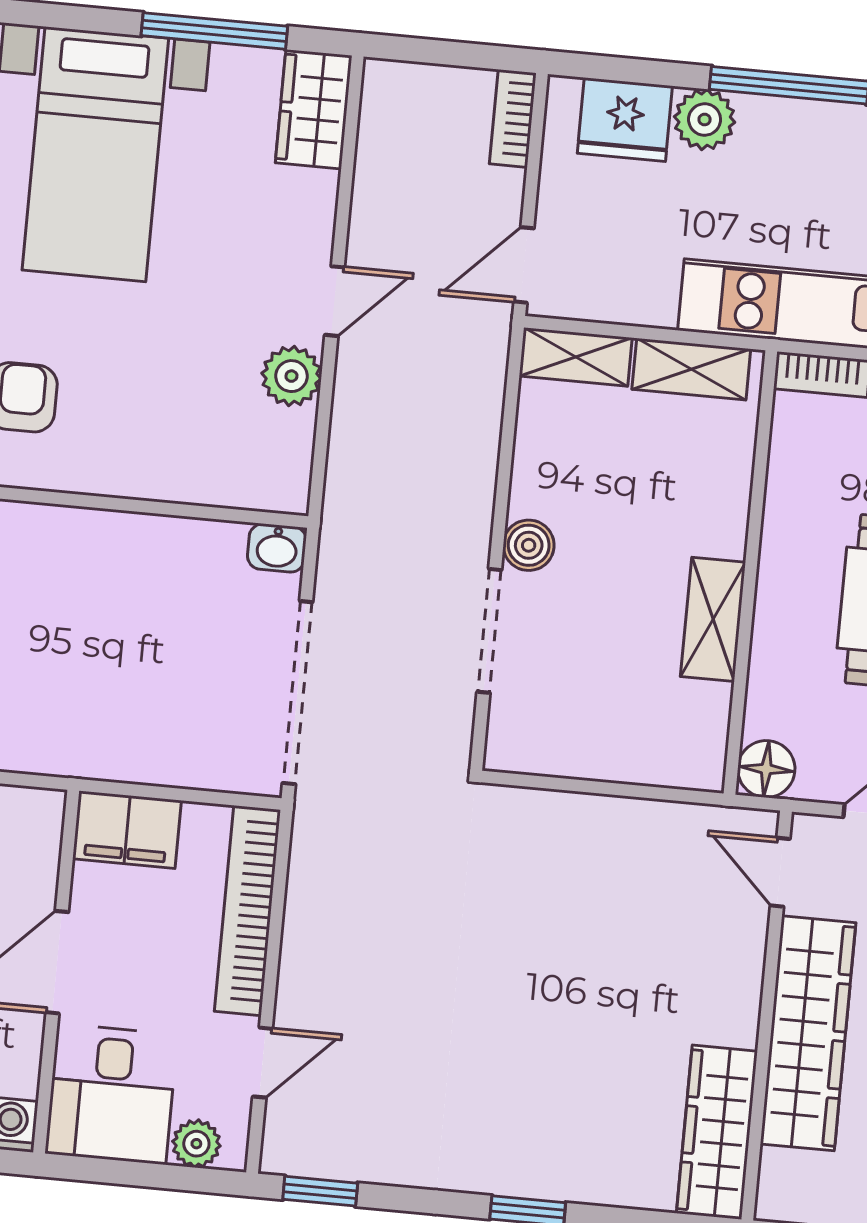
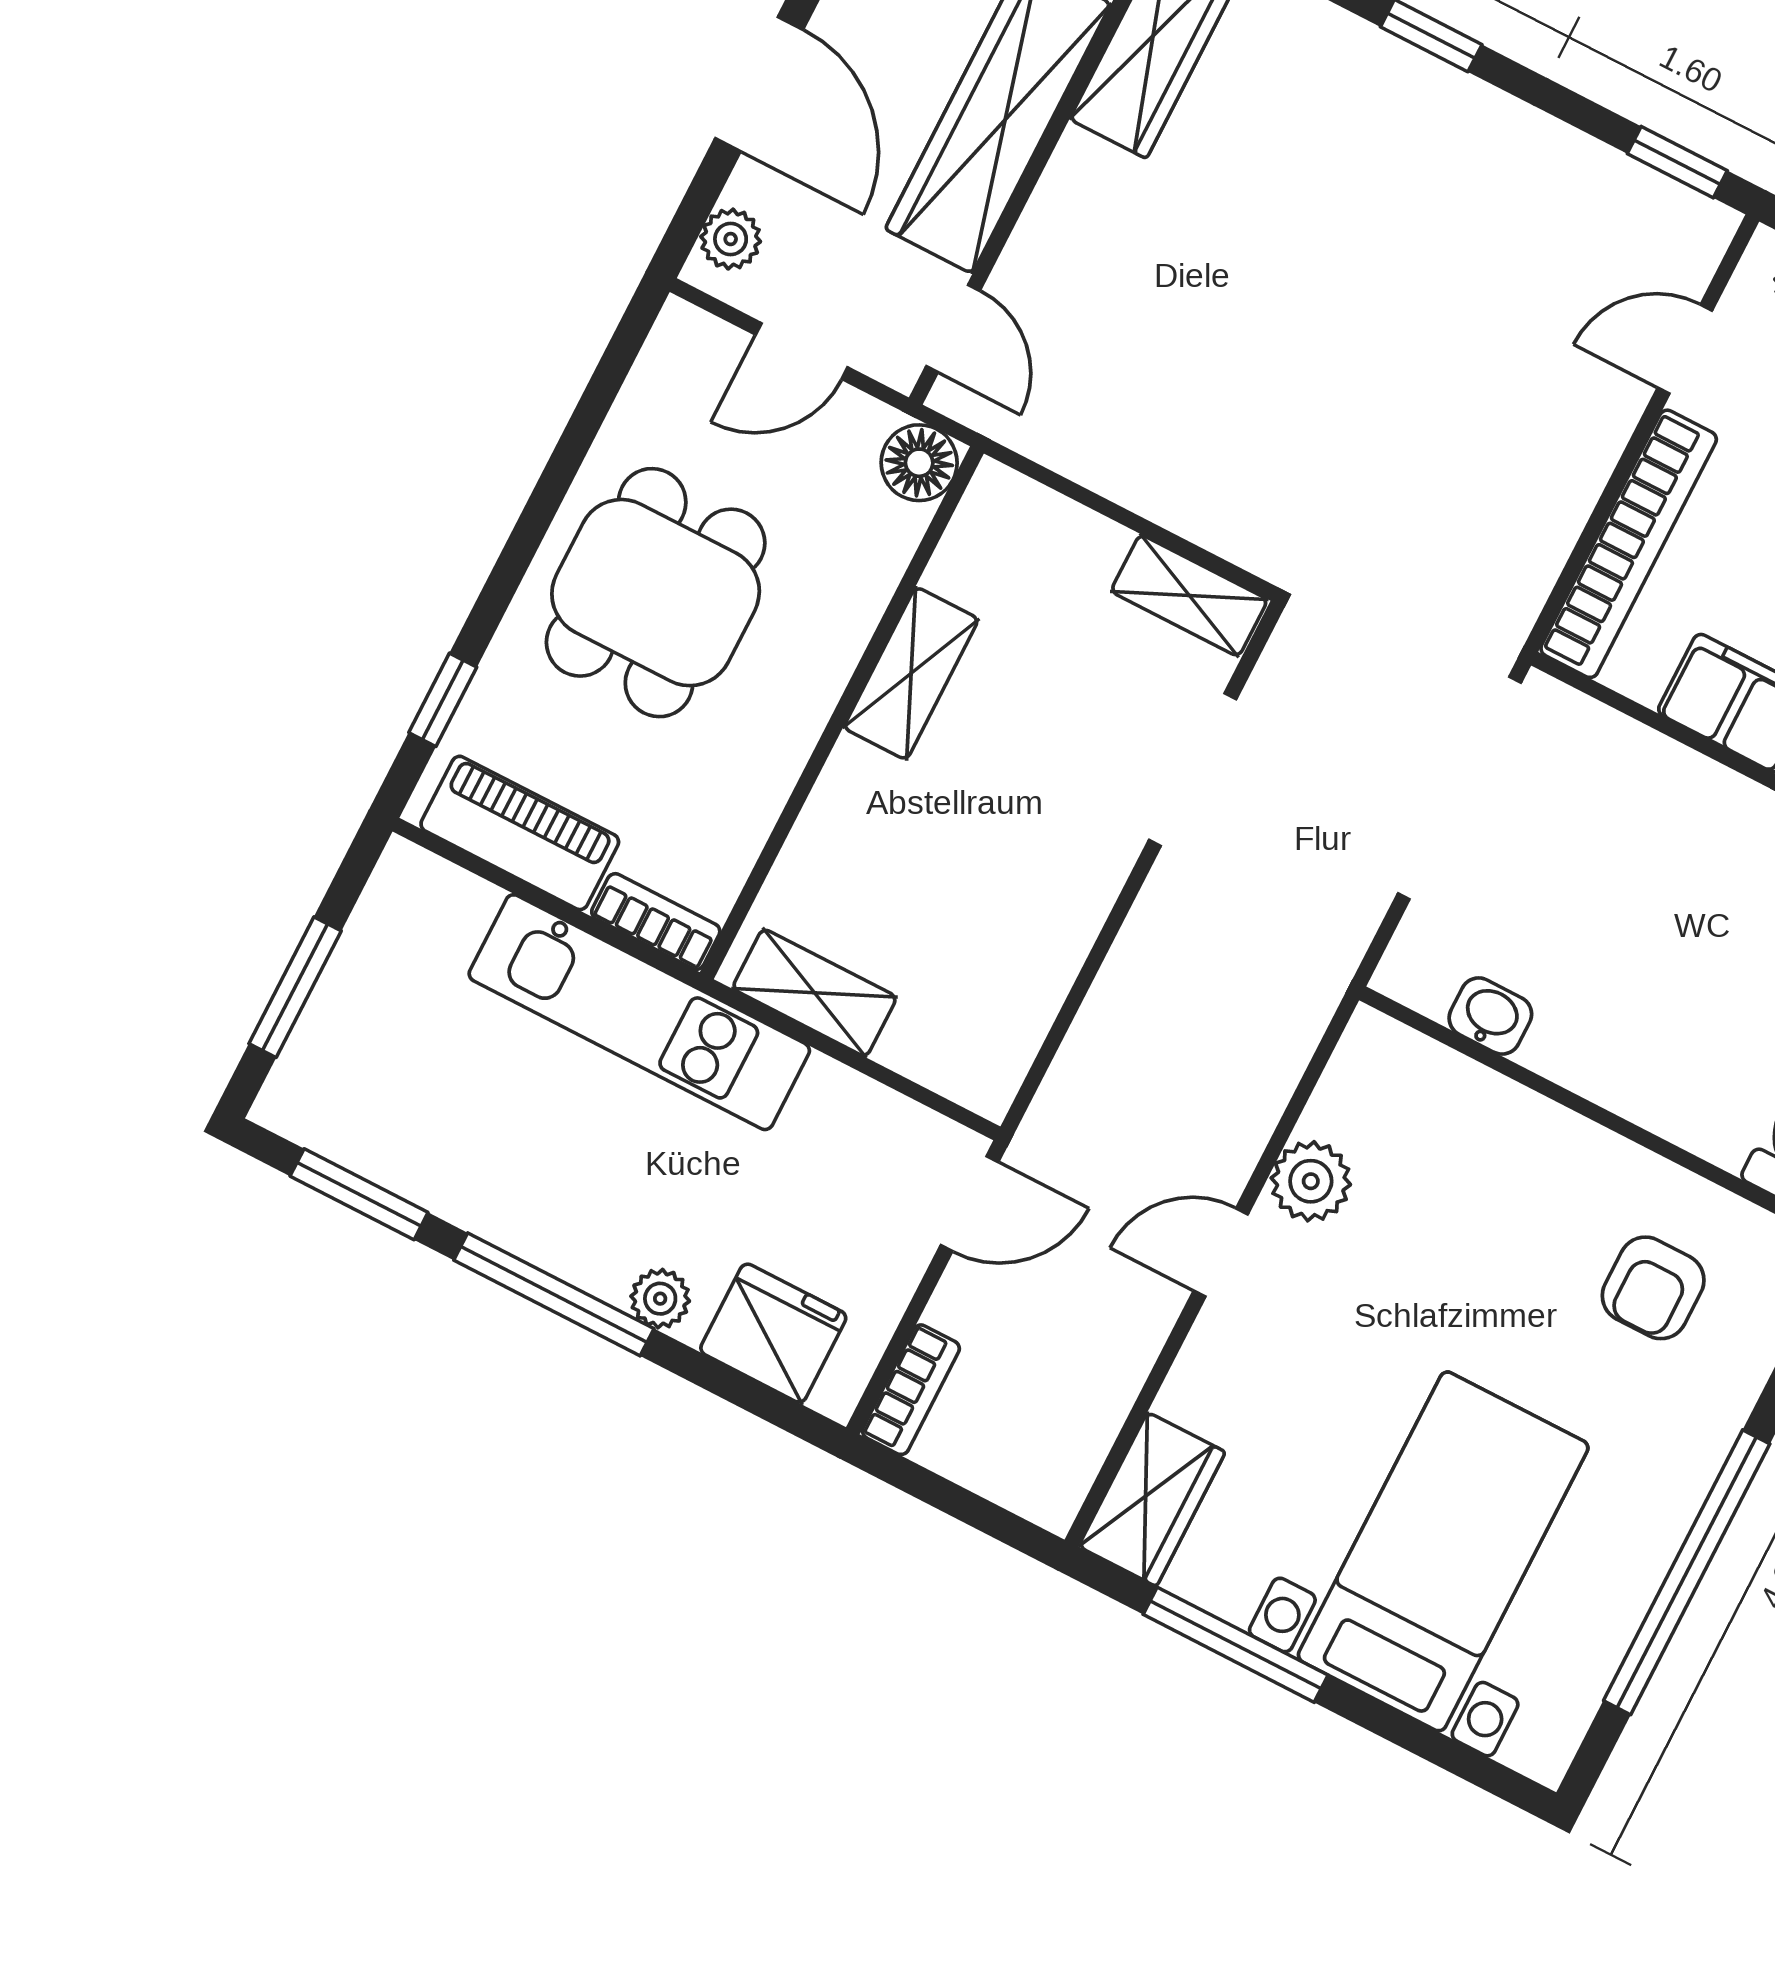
plant: (705, 120) -> (660, 1299), width x0.73, depth x0.73
shelving: (576, 357) -> (1189, 595), moved
boiler: (529, 545) -> (1102, 856), removed
washbasin: (277, 548) -> (1490, 1016), moved

